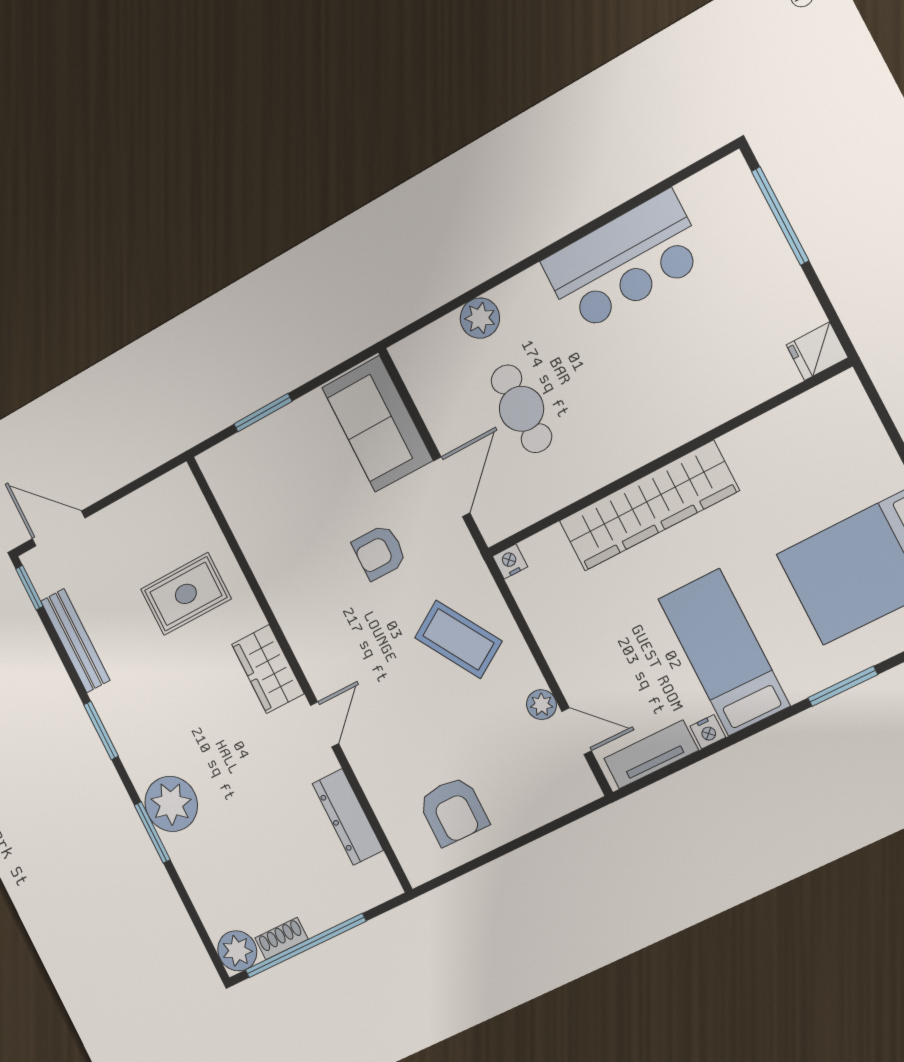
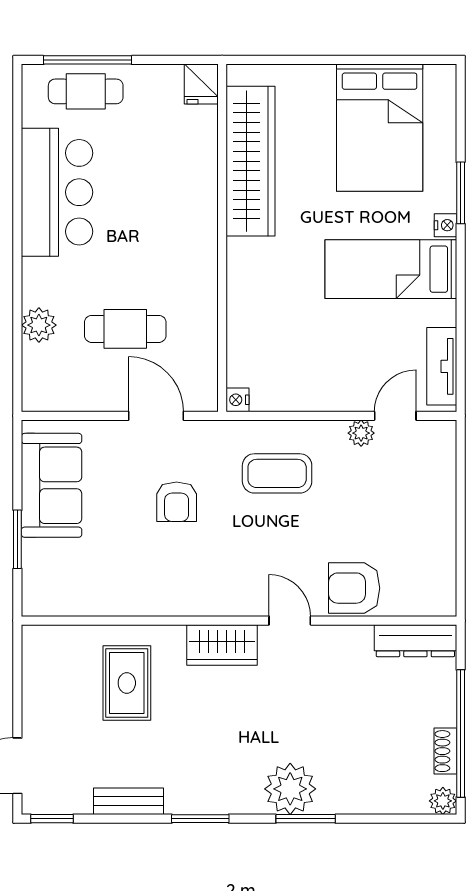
cafe table: (745, 233) -> (86, 91), added
sofa: (377, 424) -> (52, 485), moved, turned -90
wardrobe: (649, 506) -> (251, 161), moved
coffee table: (458, 639) -> (277, 473), turned 32
bench: (75, 641) -> (129, 801), width x0.73
nightstand: (708, 732) -> (445, 225), moved
armchair: (453, 811) -> (354, 588), moved, turned 180
dresser: (348, 817) -> (415, 641), moved
plant: (237, 951) -> (443, 801), width x0.73, depth x0.73

